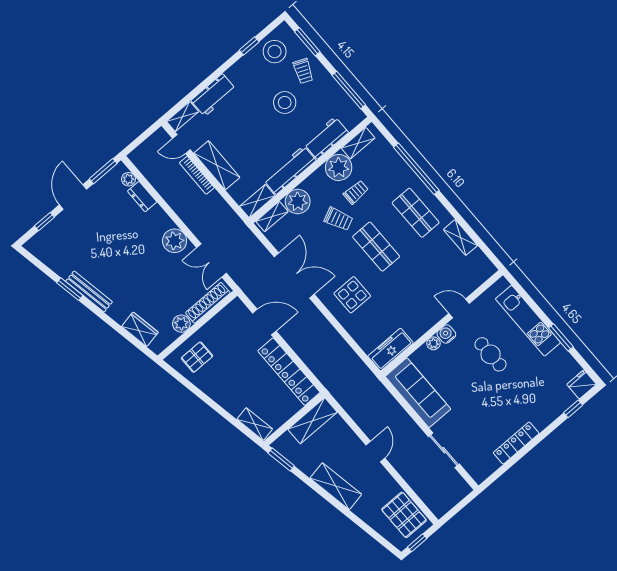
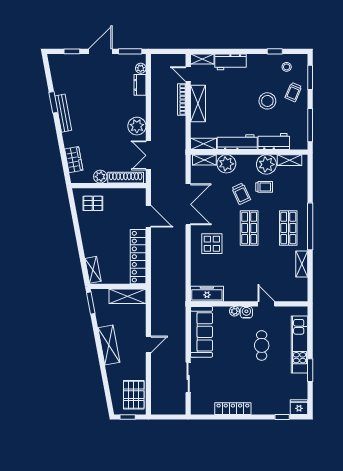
stool: (275, 52) -> (287, 67), width x0.53, depth x0.53
window: (416, 169) -> (310, 226), moved

